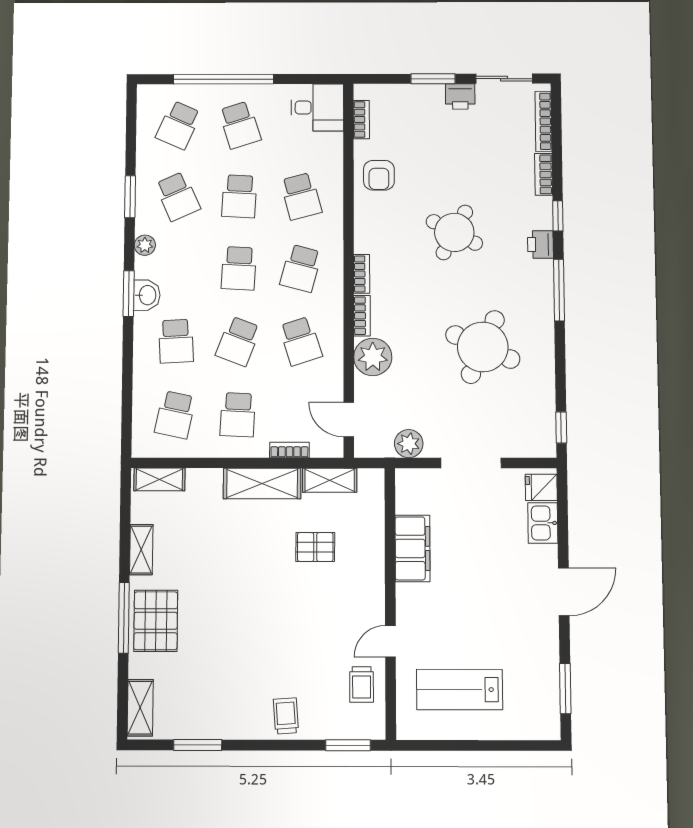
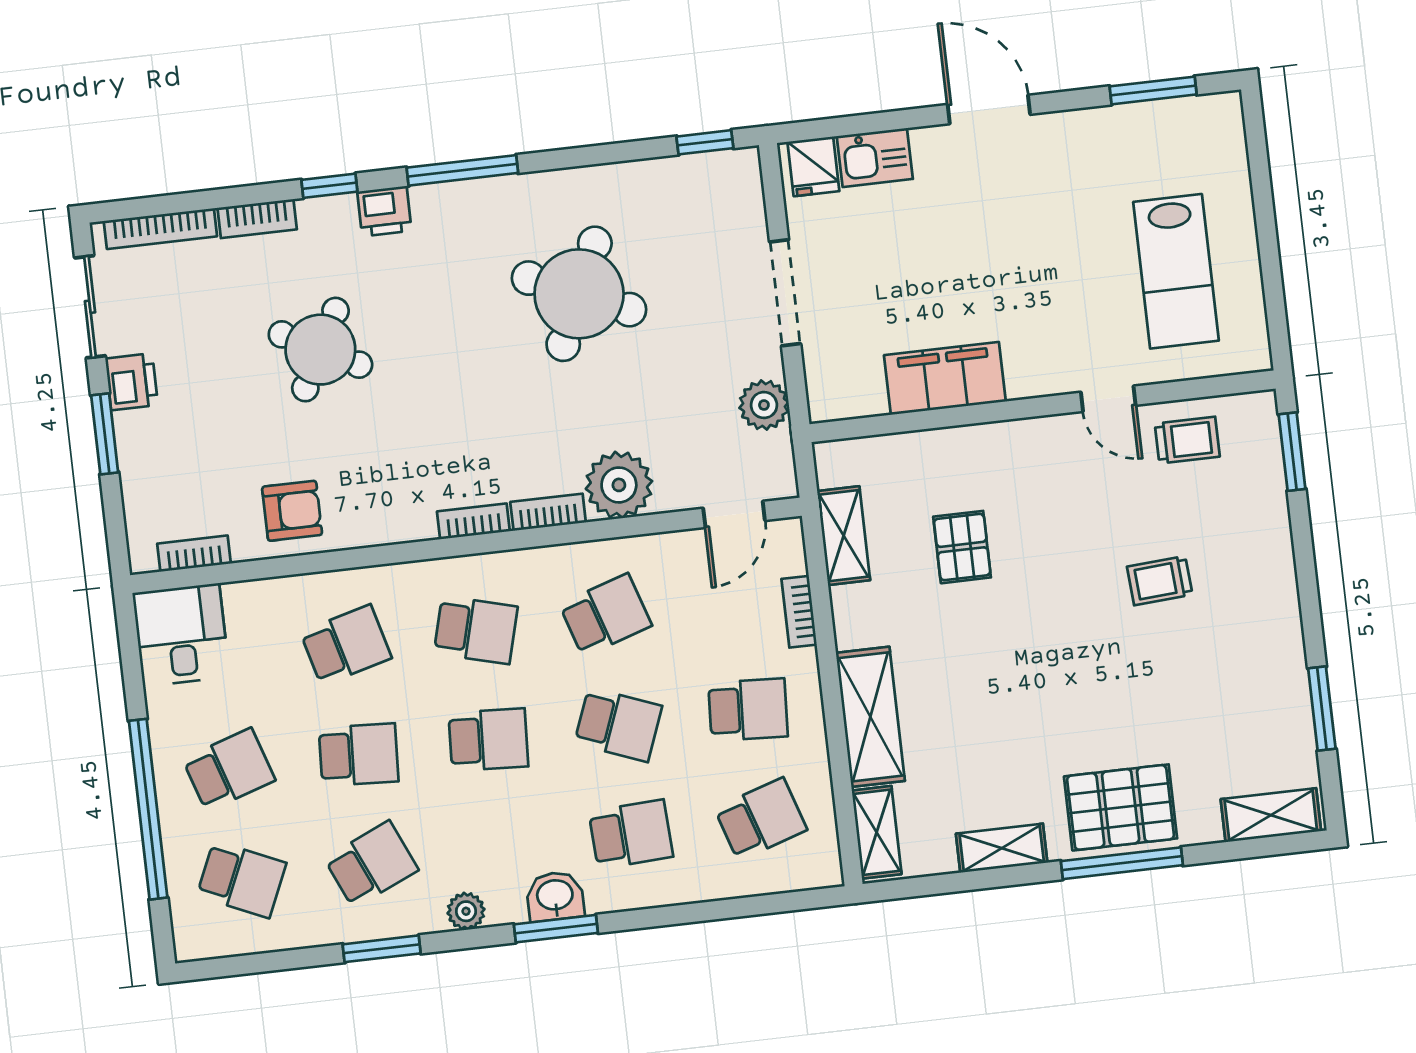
round table: (454, 232) -> (320, 350), moved
school desk: (175, 415) -> (761, 819), turned -30
shelving: (262, 483) -> (870, 717), moved
trolley: (286, 716) -> (1160, 581), moved

